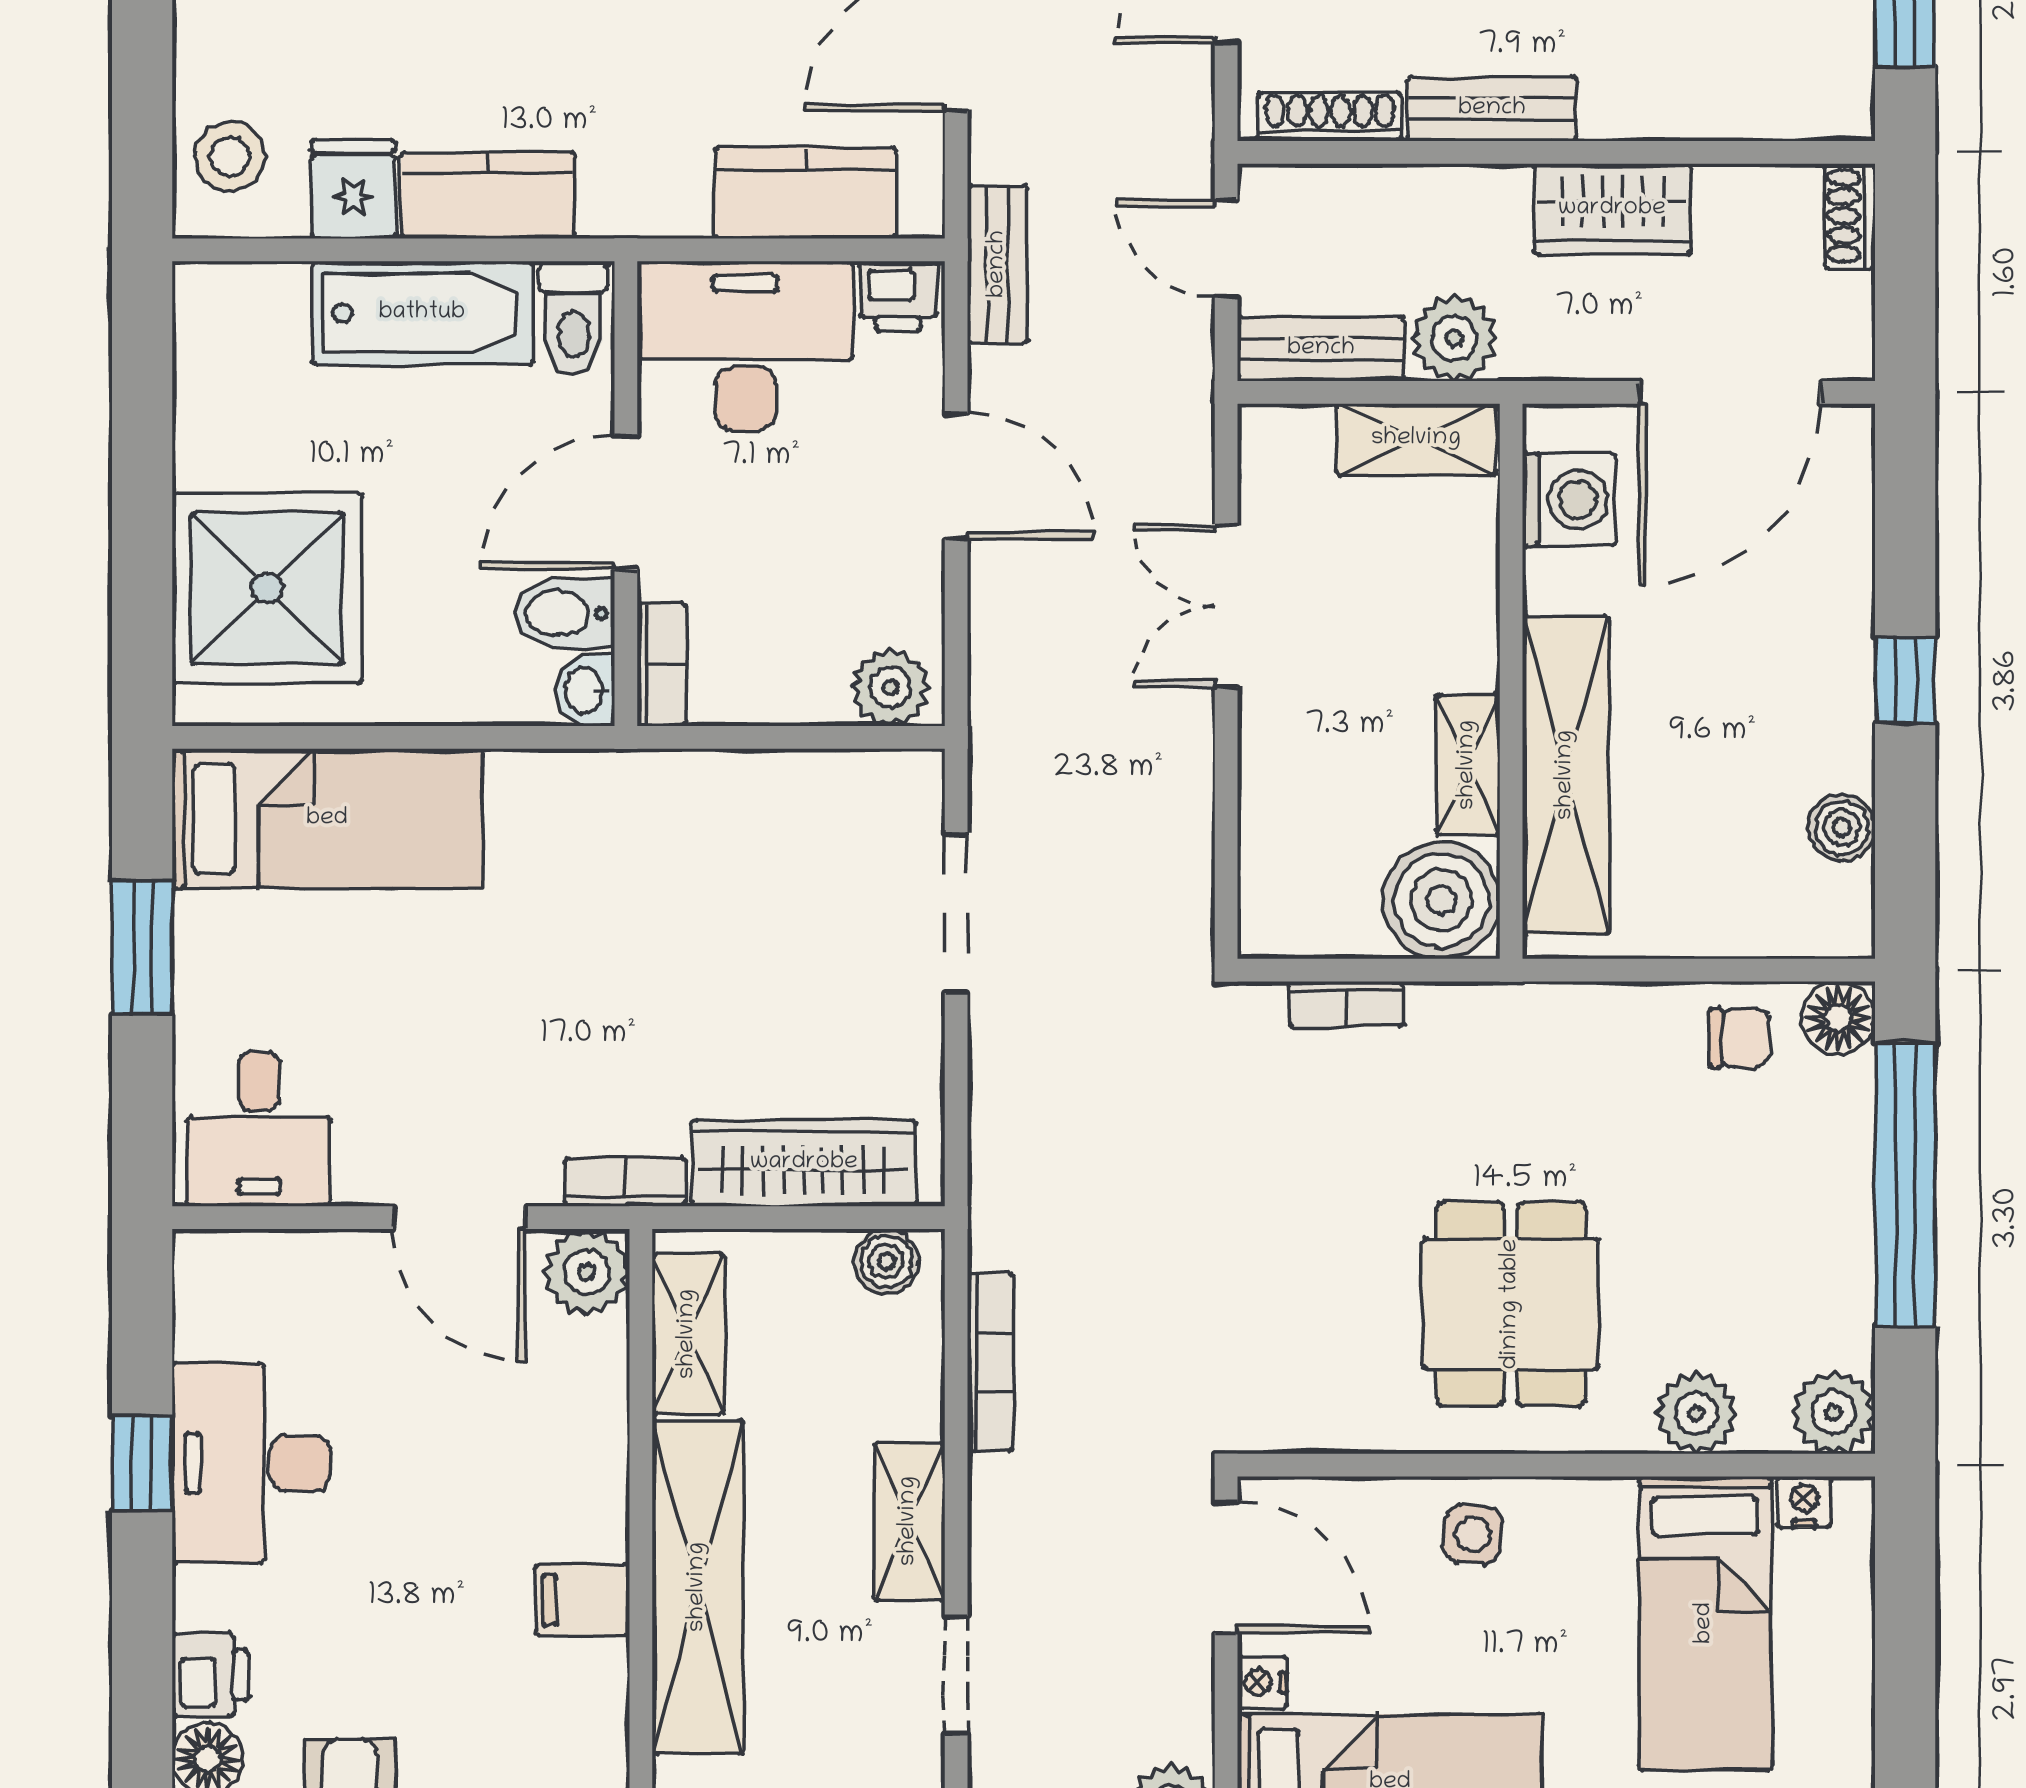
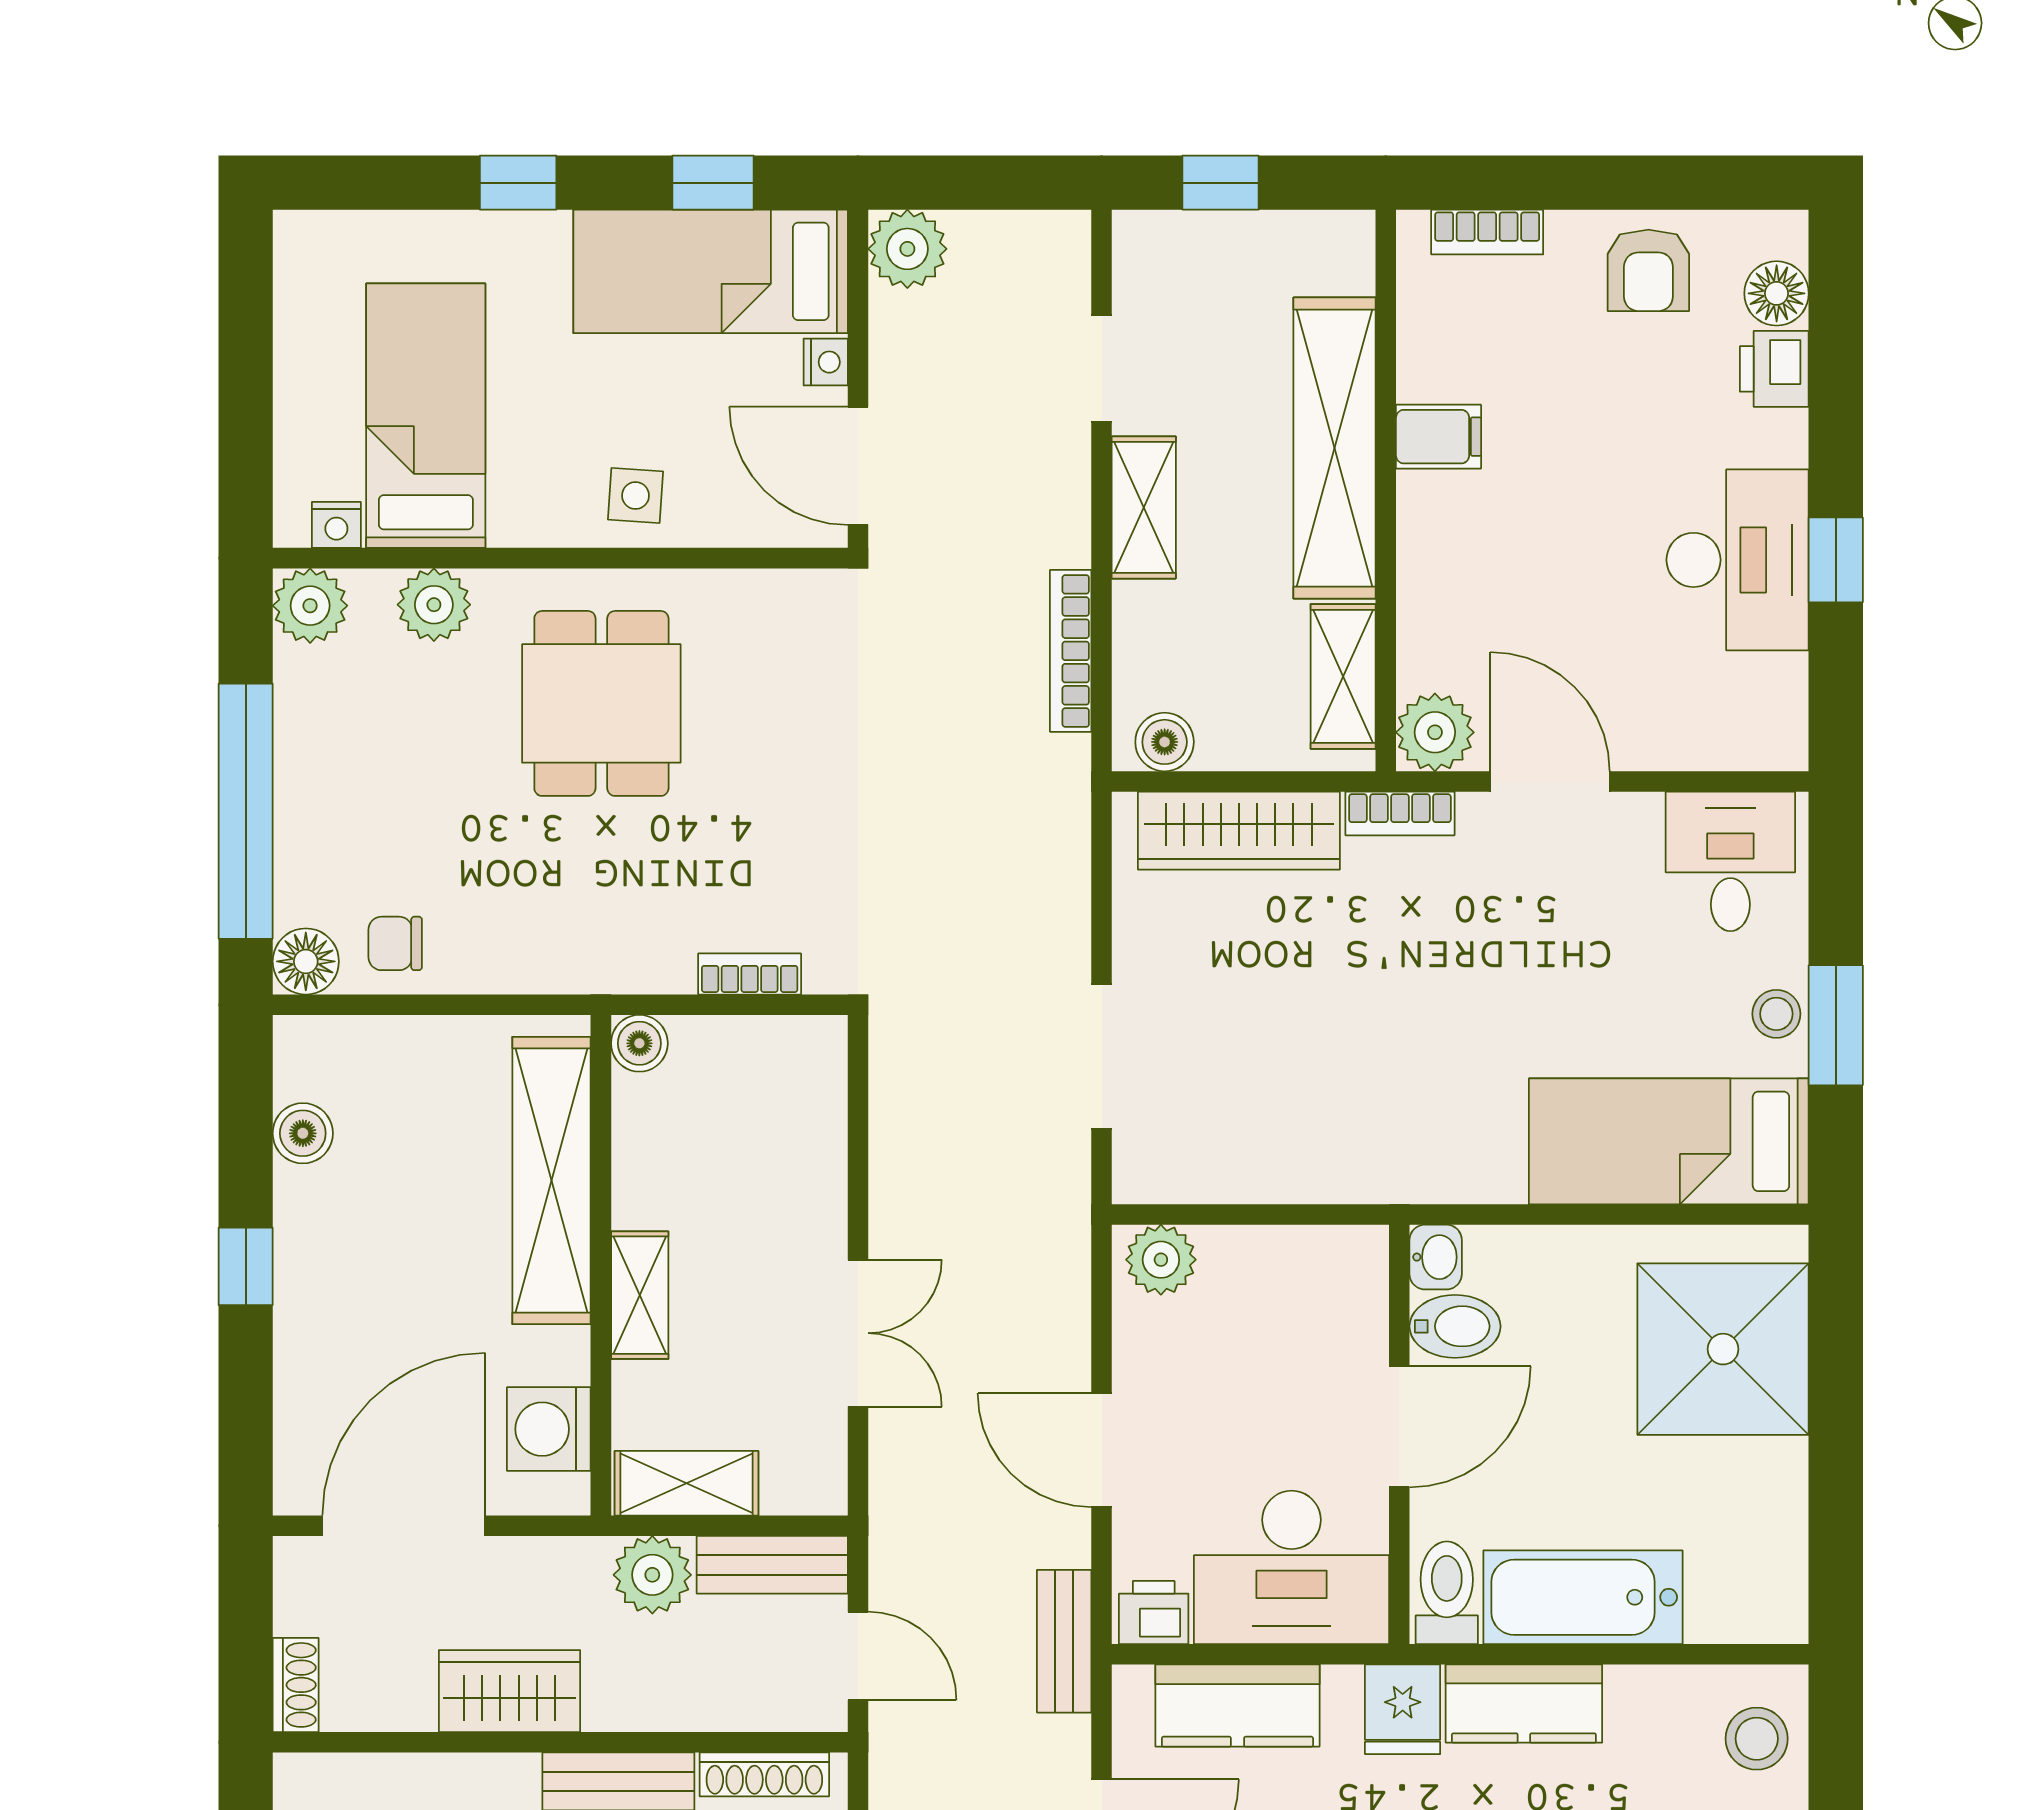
fridge: (353, 189) -> (1403, 1709), moved
bookcase: (662, 665) -> (1367, 1280), removed
shelving: (1468, 765) -> (640, 1295), moved
boiler: (1441, 900) -> (639, 1043), width x0.54, depth x0.54
stool: (208, 960) -> (1776, 1014), added

